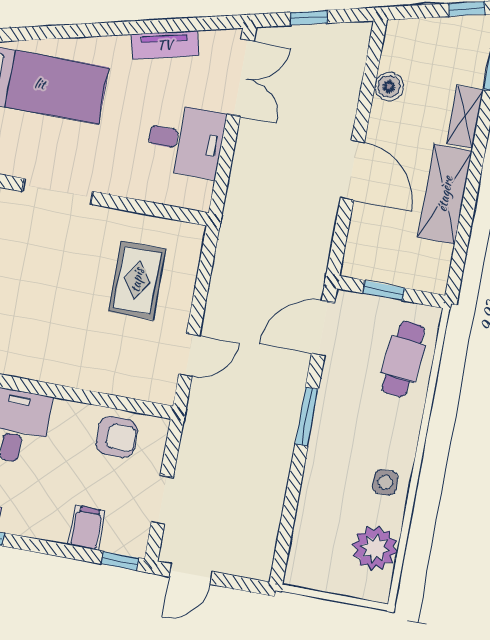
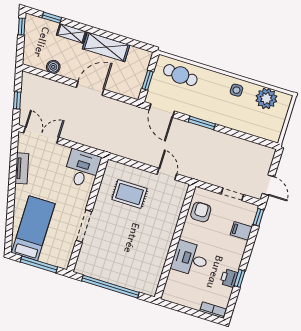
desk: (186, 141) -> (82, 169), moved

